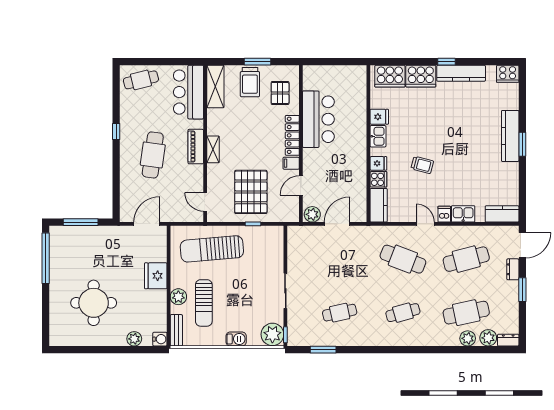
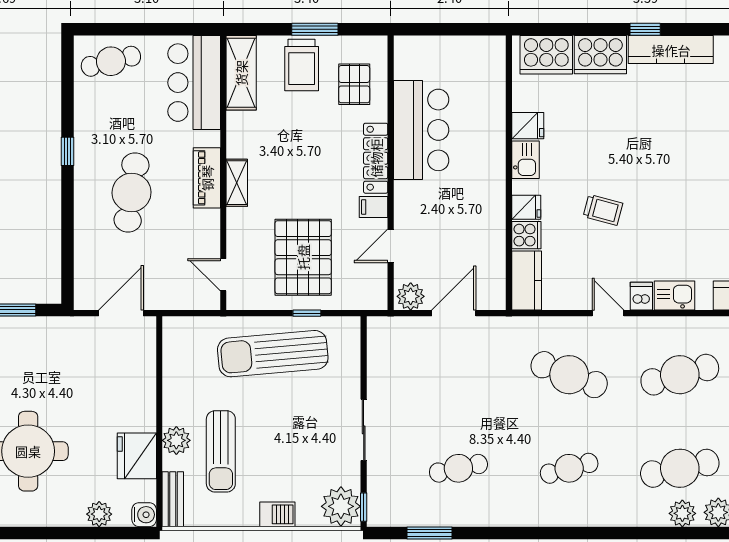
sun lounger: (212, 249) -> (273, 354), moved
fridge: (156, 276) -> (137, 456), moved

